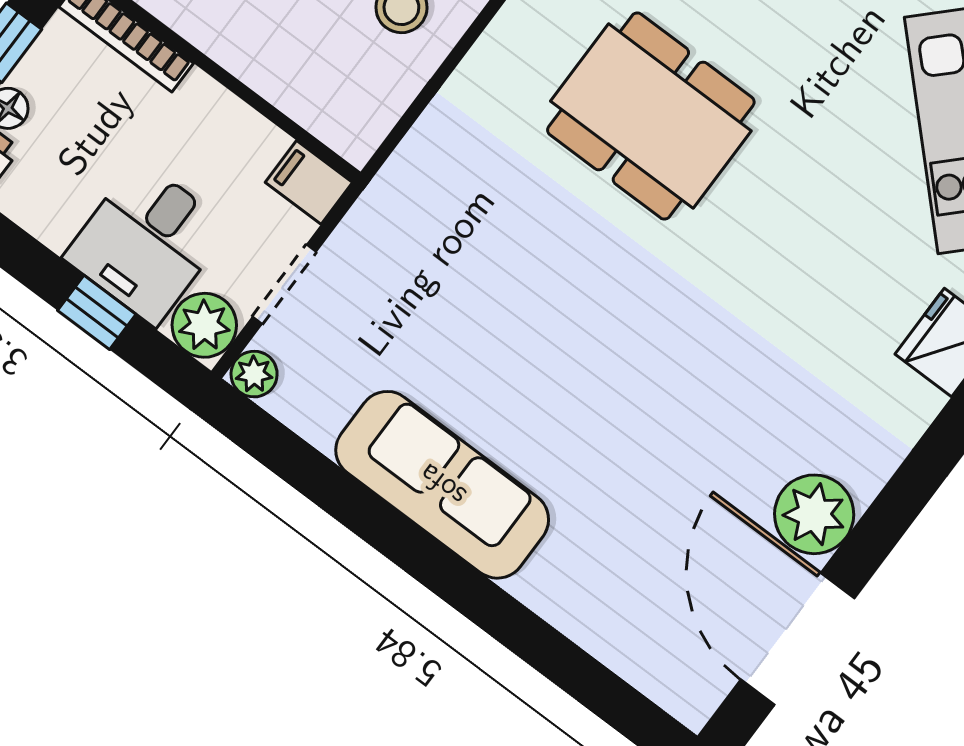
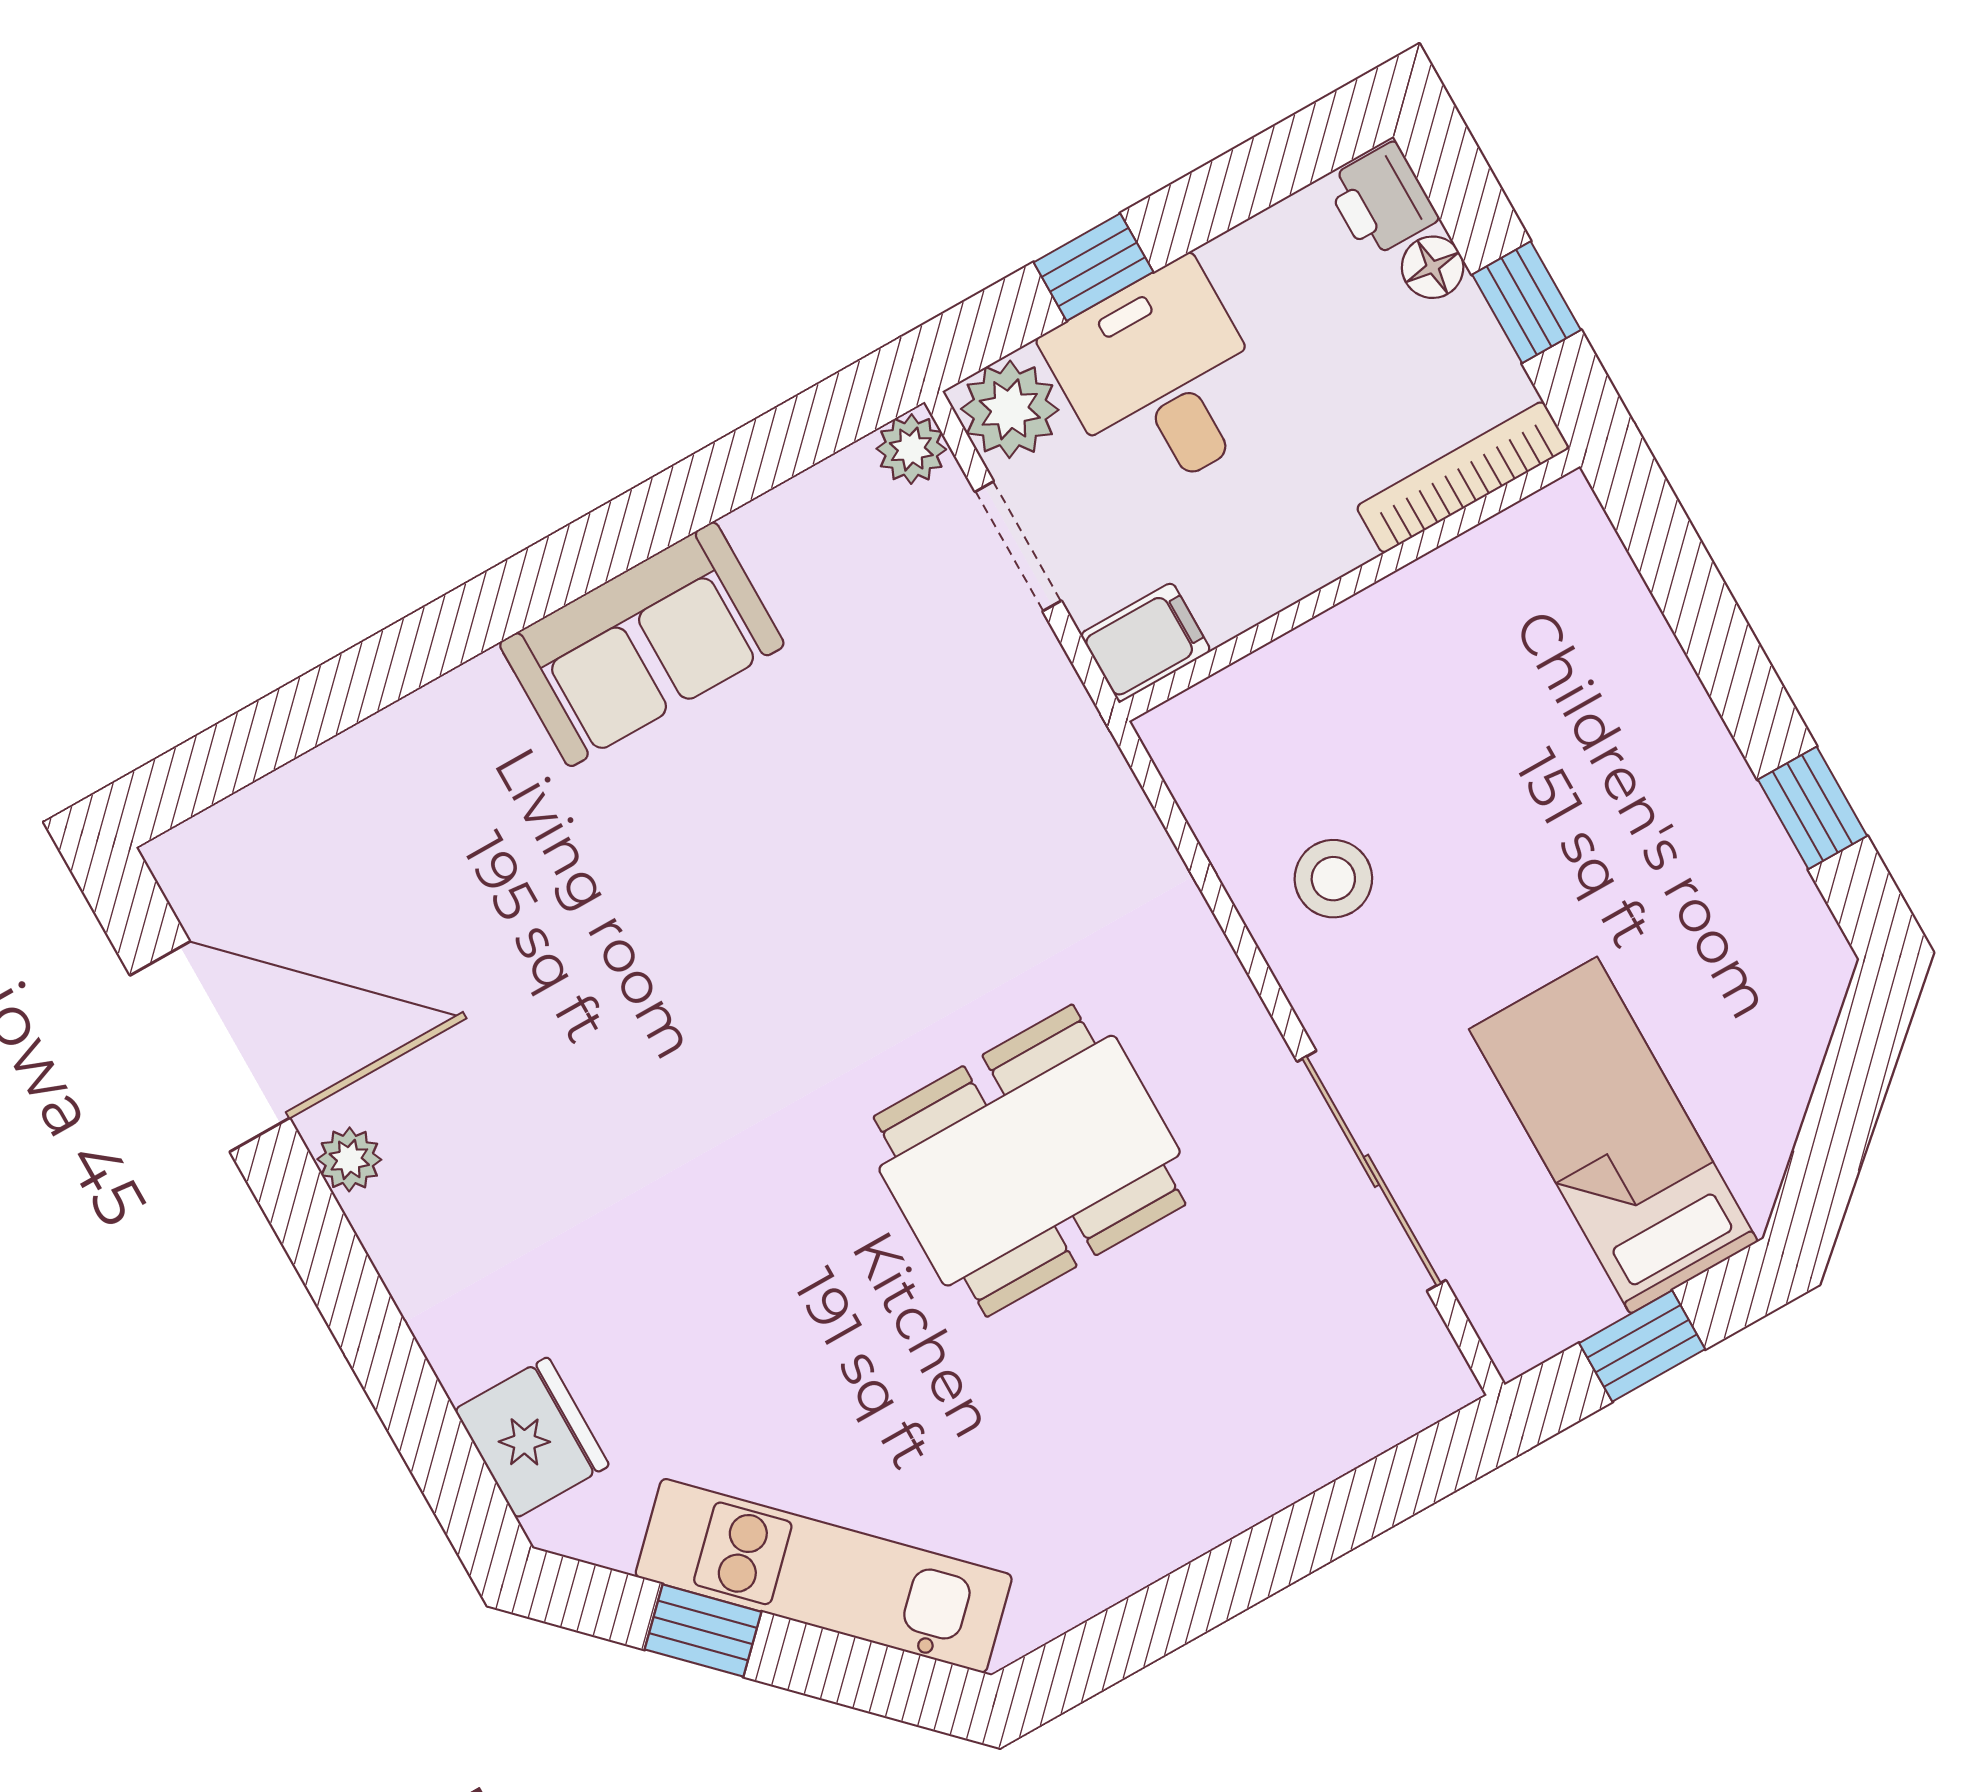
sofa: (442, 485) -> (642, 644), width x0.73
plant: (814, 514) -> (349, 1159), width x0.53, depth x0.53

